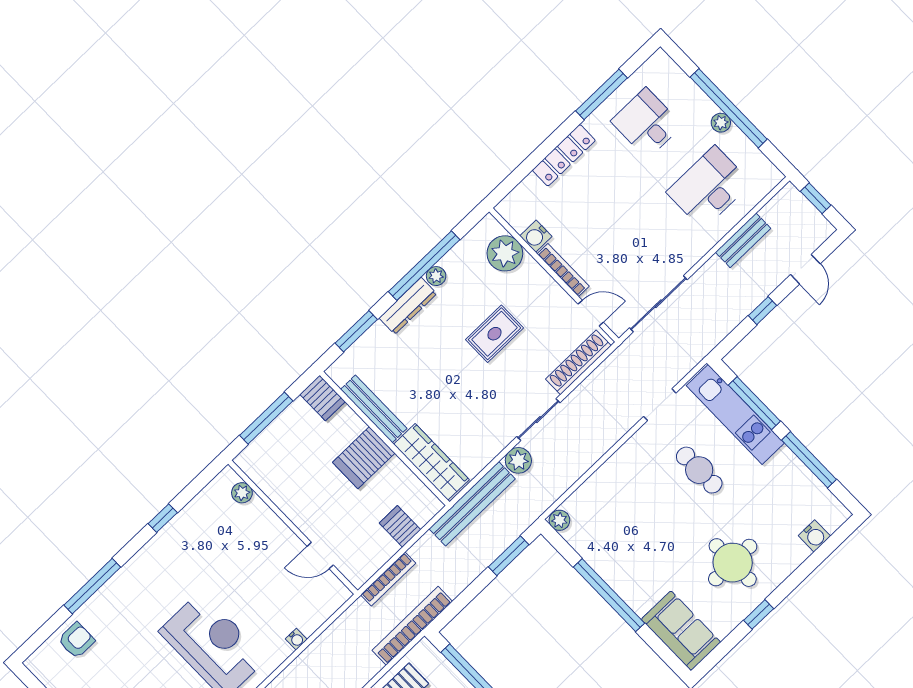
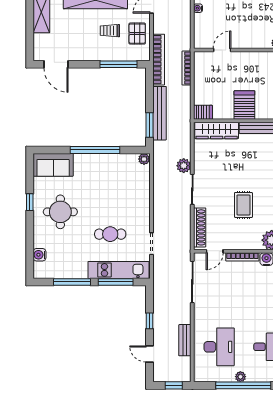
bench: (472, 504) -> (160, 113), moved
server rack: (400, 526) -> (203, 112), moved

